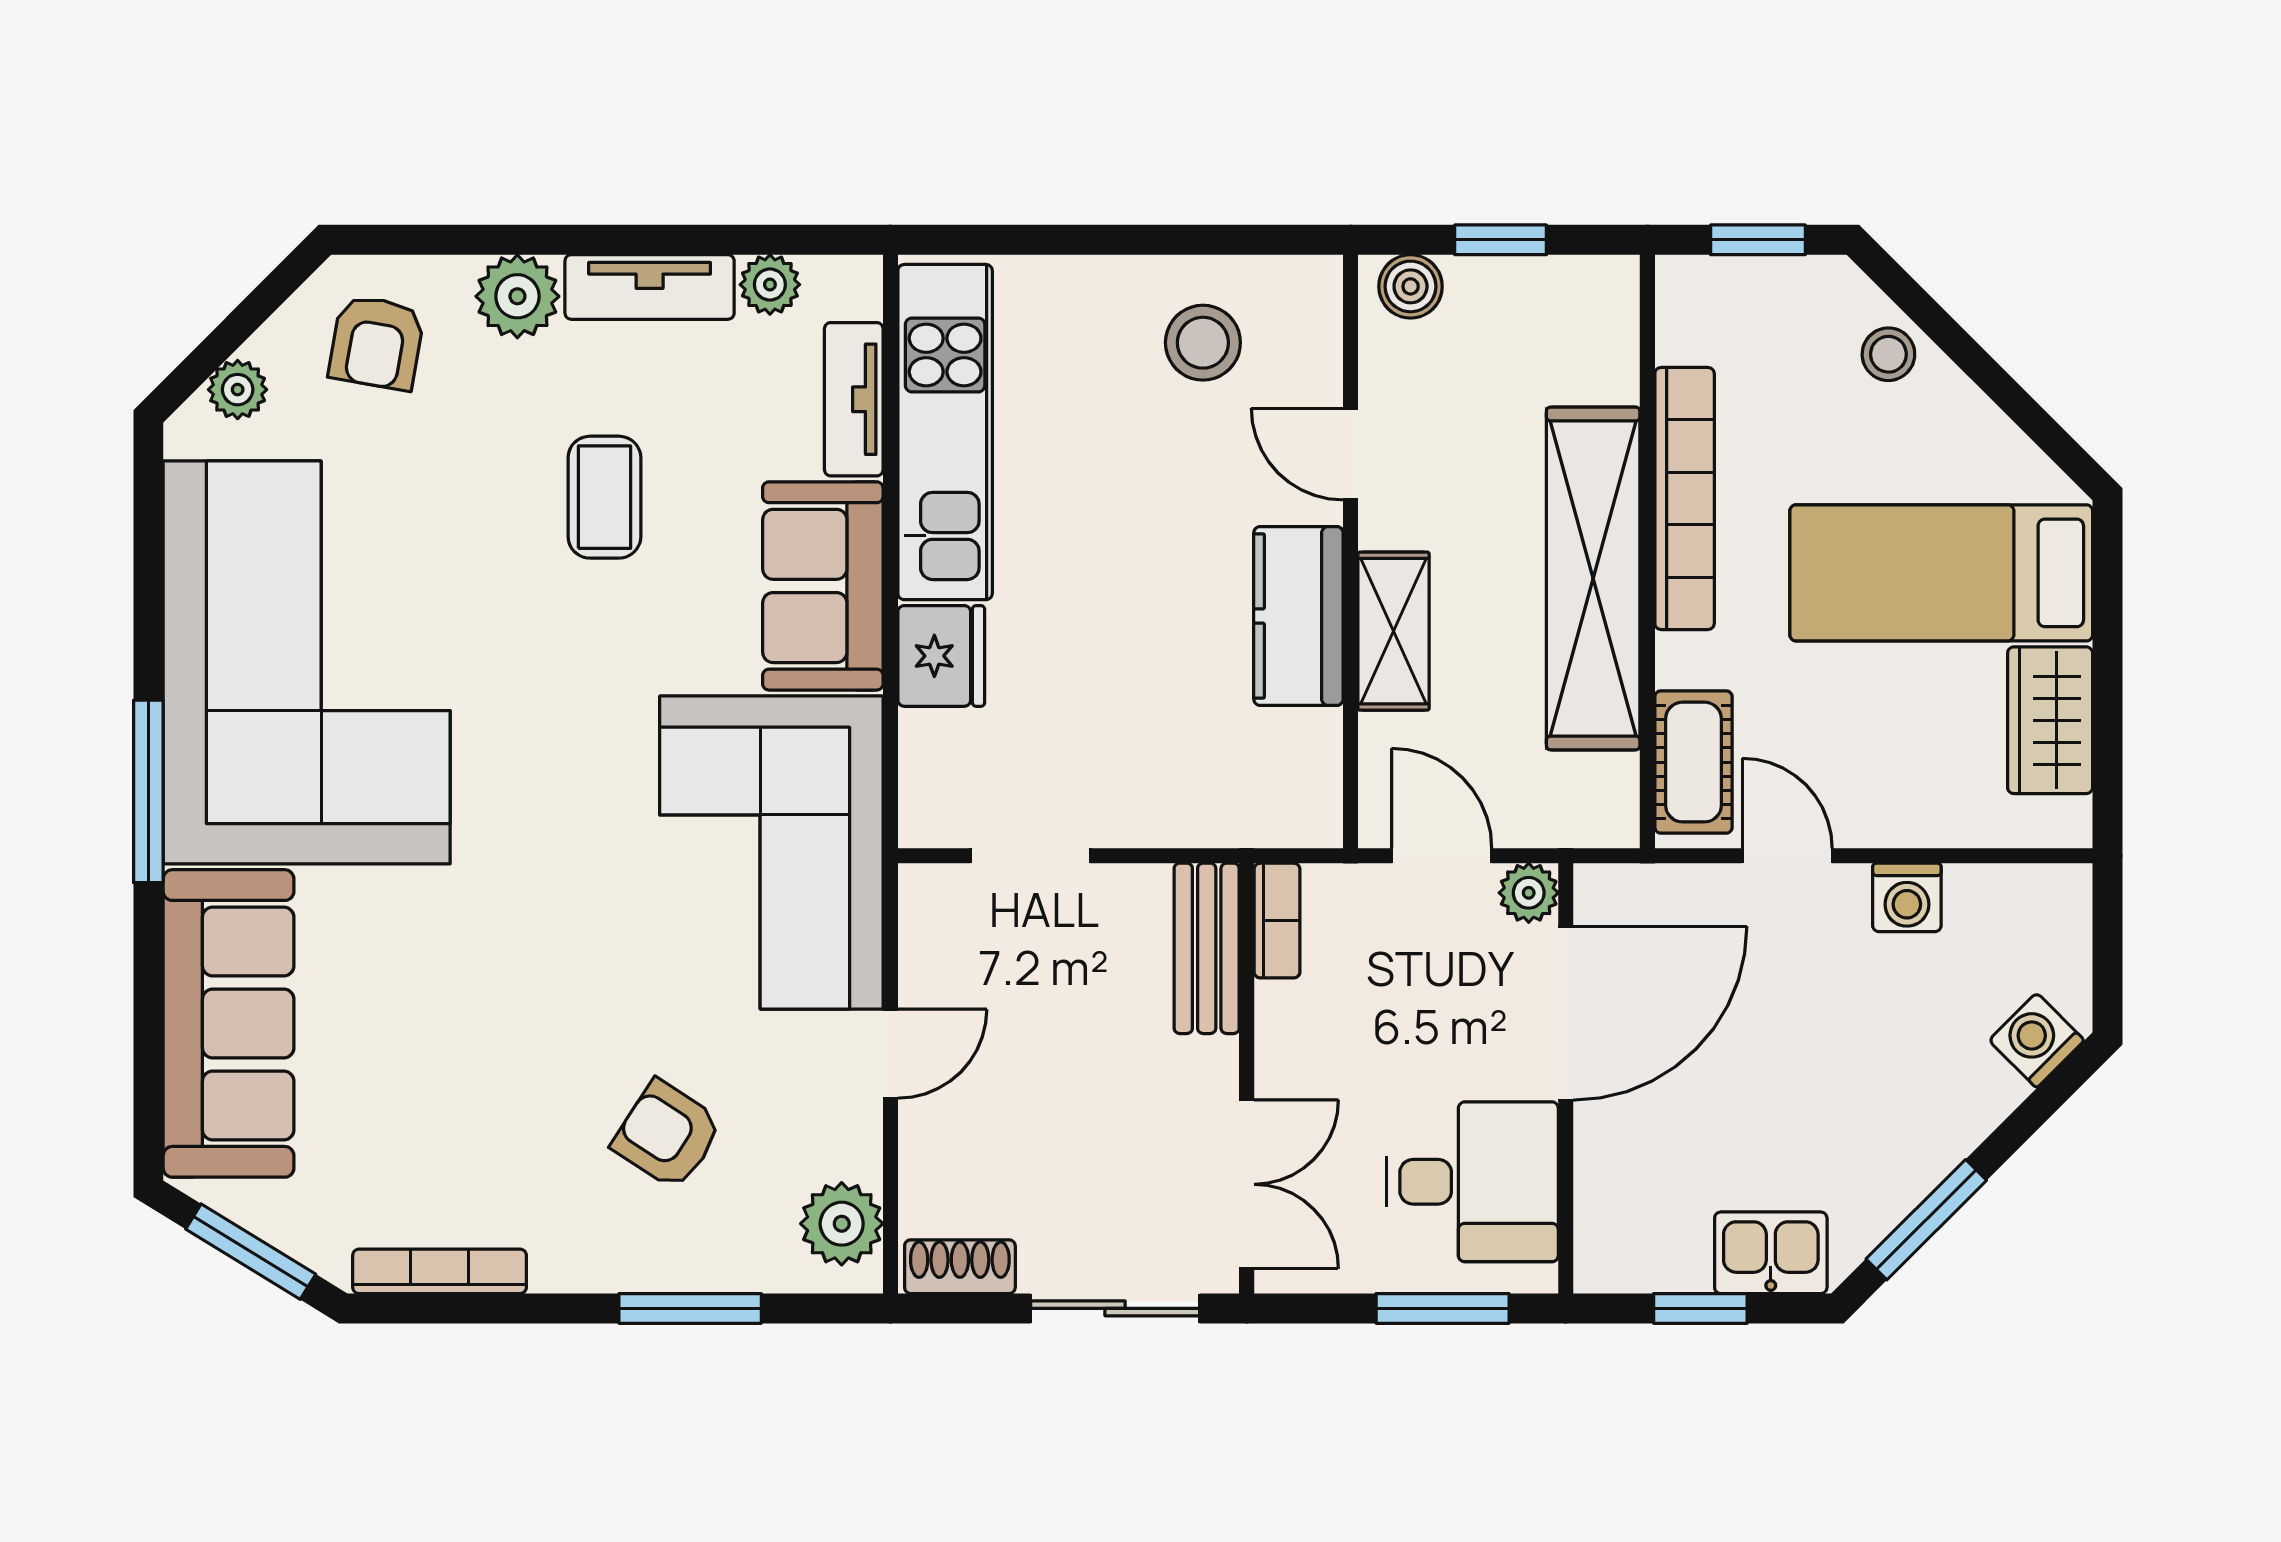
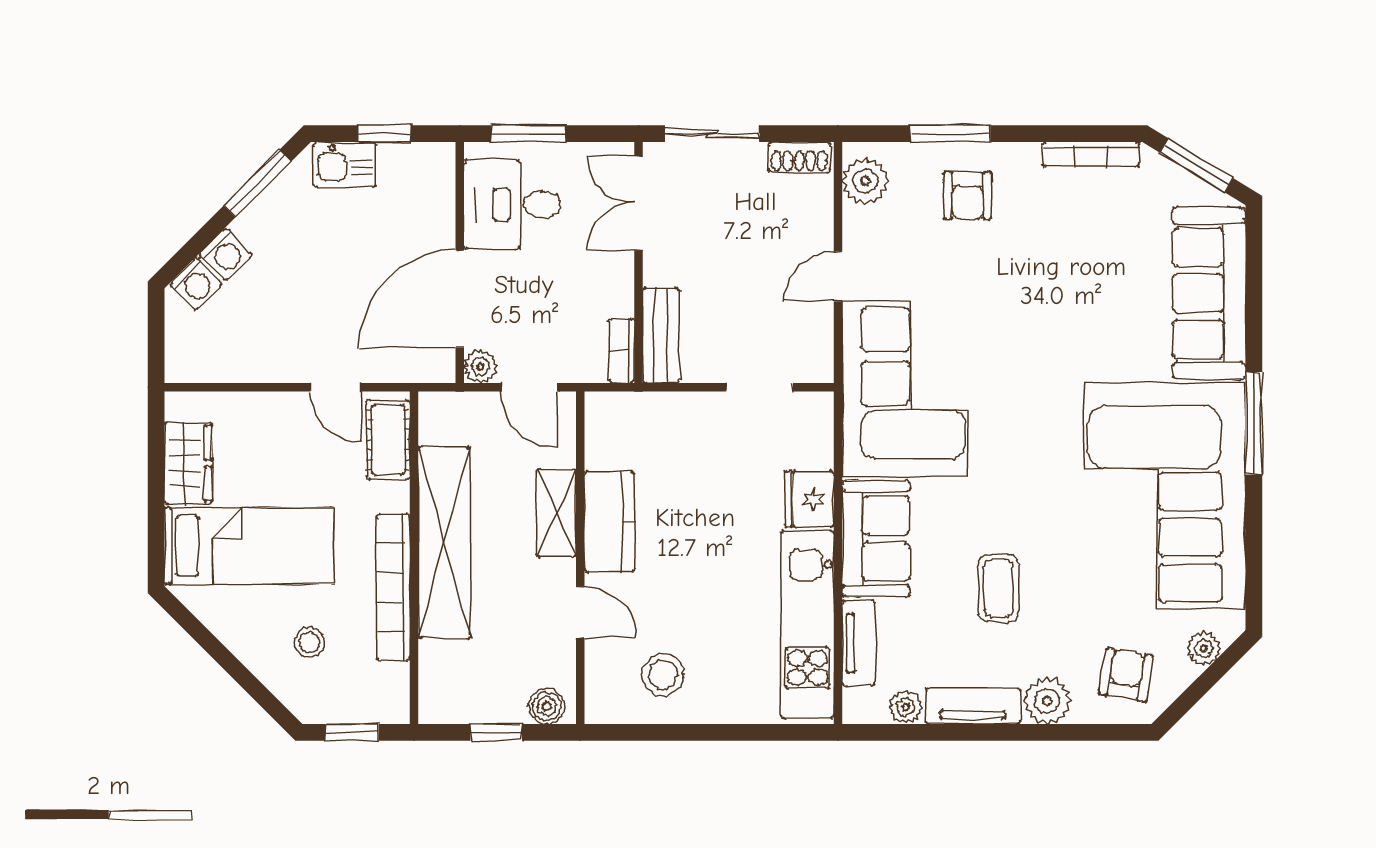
stool: (1888, 354) -> (309, 642), moved
washing machine: (1907, 897) -> (225, 255), moved, turned 135
armchair: (667, 1135) -> (968, 195), moved, turned 57

